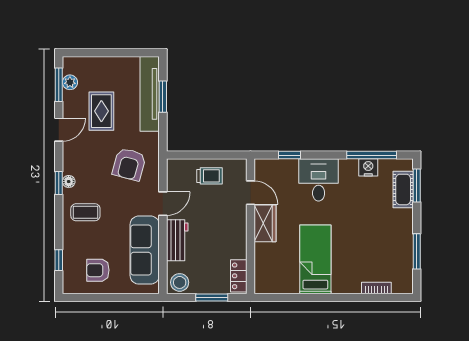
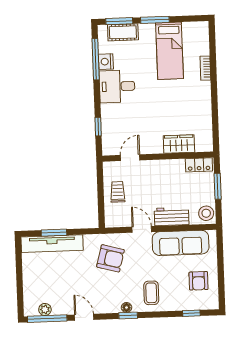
window: (59, 85) -> (47, 319), width x1.44
rug: (101, 111) -> (68, 283), removed
desk: (319, 180) -> (117, 86), moved
wardrobe: (265, 223) -> (179, 144), moved
window: (417, 251) -> (155, 20), moved
bed: (315, 259) -> (169, 51), moved, turned -90
bookcase: (376, 288) -> (205, 68), moved

